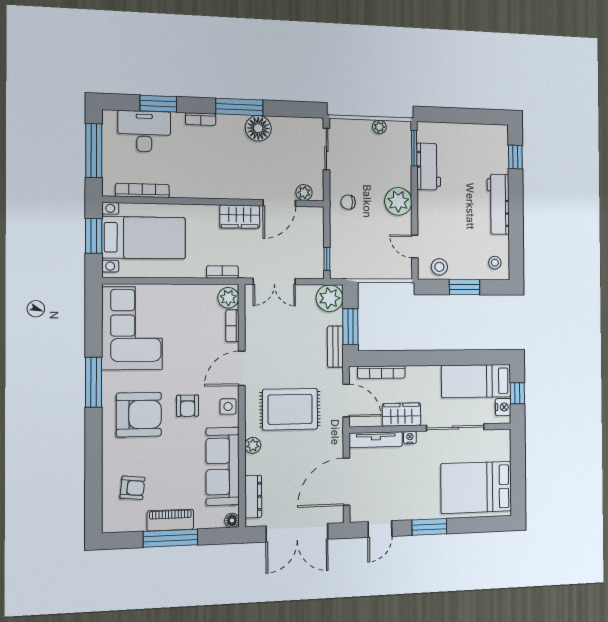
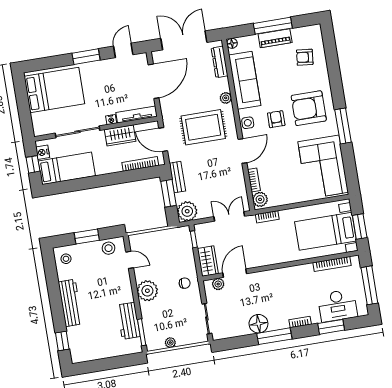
wardrobe: (240, 217) -> (208, 261), moved, turned 90

